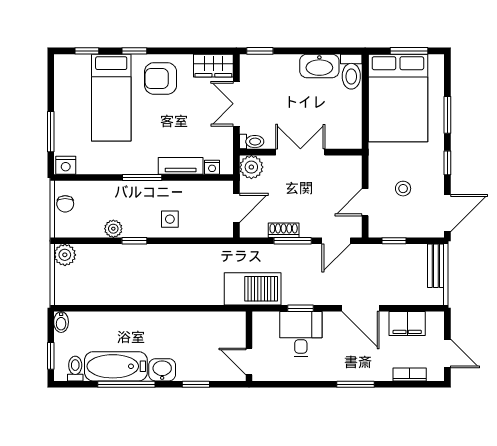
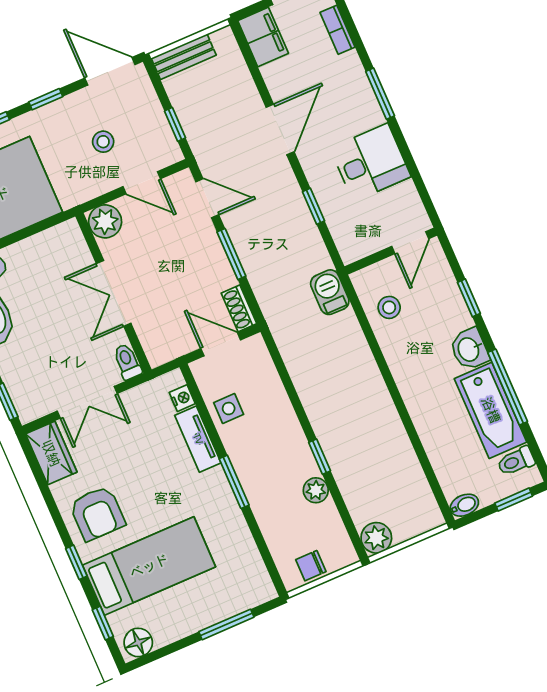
floor lamp: (64, 69) -> (138, 642), added
nightstand: (66, 165) -> (261, 587), removed
plant: (251, 167) -> (105, 221), moved
chair: (65, 204) -> (311, 566), turned 180
side table: (170, 219) -> (229, 409), moved
shoe rack: (284, 230) -> (239, 308), moved
barbecue: (253, 289) -> (330, 292), width x0.53, depth x0.65
filing cabinet: (407, 323) -> (263, 37), moved
stool: (212, 329) -> (389, 307), added
desk: (301, 334) -> (371, 162), moved, turned 180

